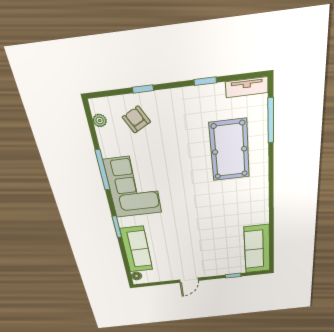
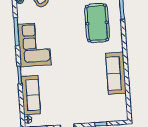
sofa: (257, 249) -> (116, 73), moved

